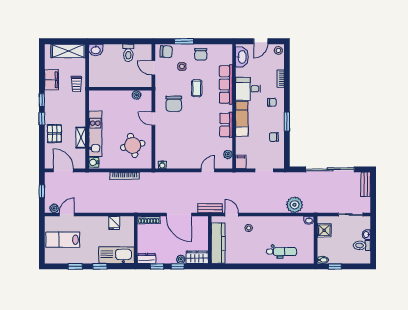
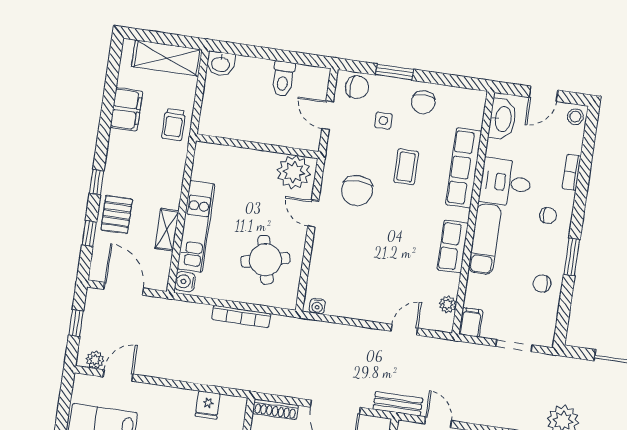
plant: (136, 95) -> (294, 172), width x1.87, depth x1.87
window: (42, 100) -> (89, 233), moved

